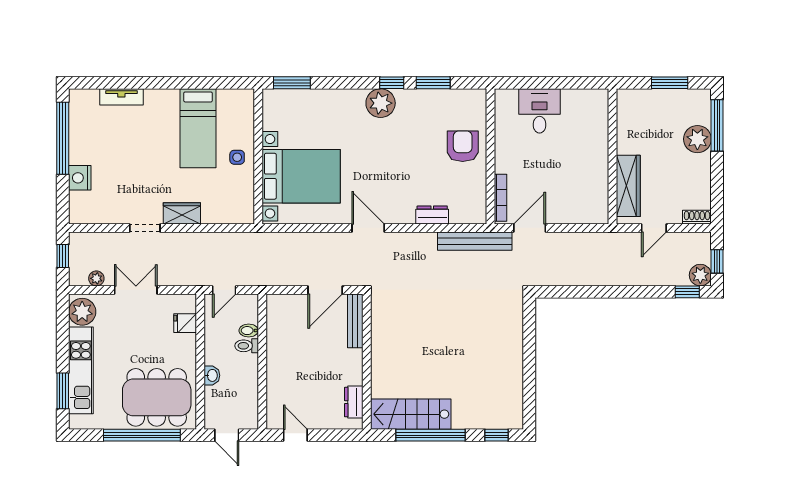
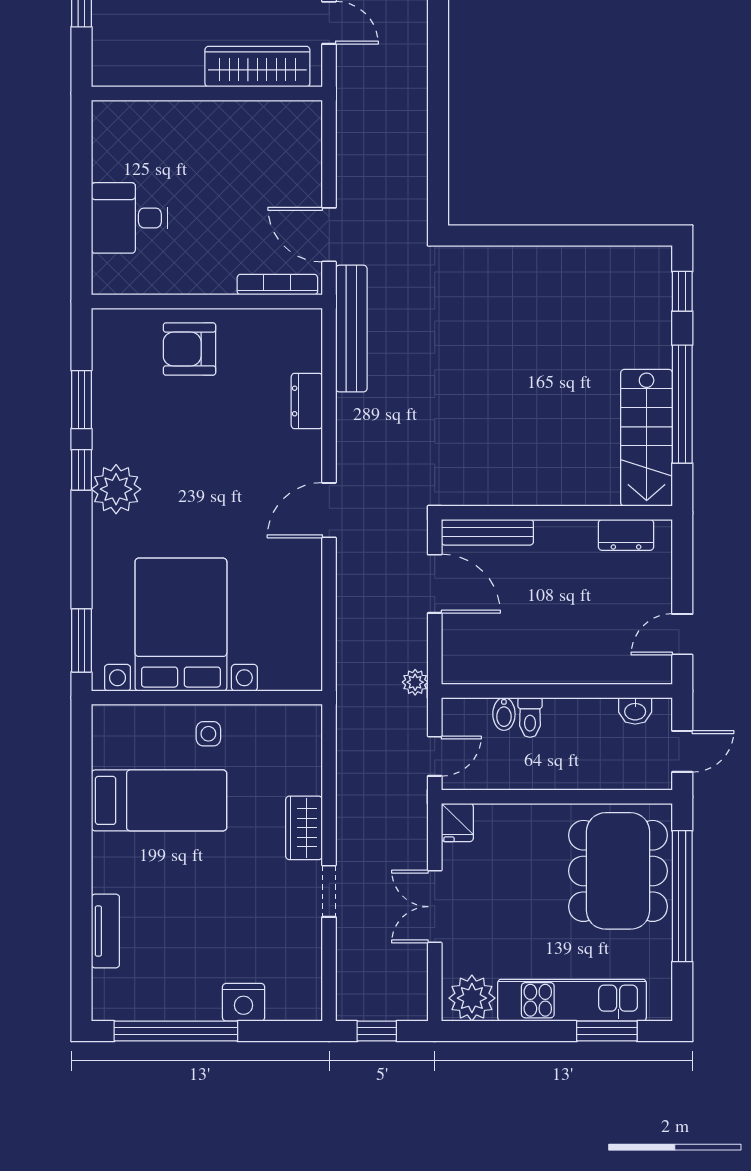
bed with nightstands: (301, 176) -> (181, 625), moved
plant: (96, 278) -> (415, 682), moved
door: (224, 290) -> (435, 756), hinge flipped
fridge: (185, 323) -> (457, 822), moved
washbasin: (212, 375) -> (635, 711), moved, turned 180

